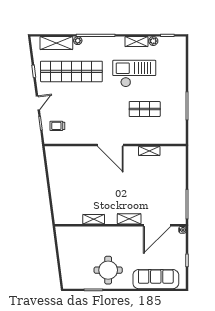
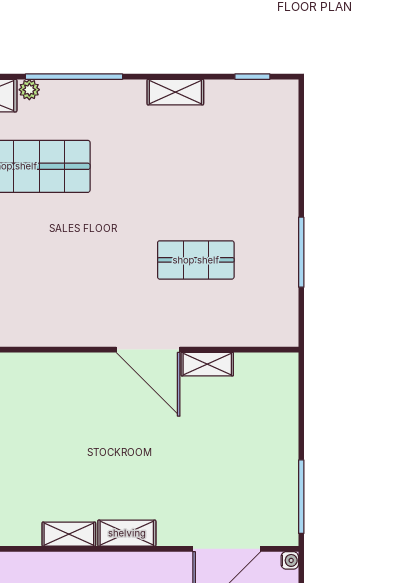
plant: (153, 41) -> (217, 91), removed
checkout: (134, 74) -> (170, 172), removed
door: (110, 145) -> (148, 350), moved
shelving: (129, 219) -> (127, 533), moved

